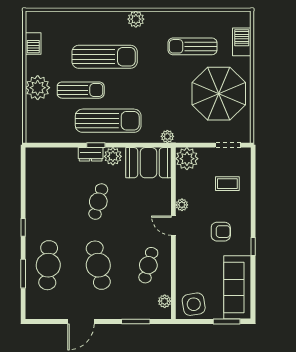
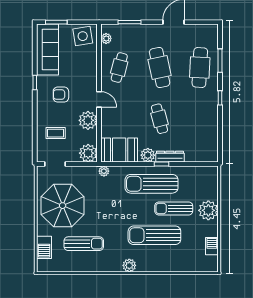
dresser: (91, 154) -> (170, 157), width x1.44
cafe table: (98, 202) -> (160, 119), turned -30
plant: (182, 205) -> (88, 120), width x1.88, depth x1.88

